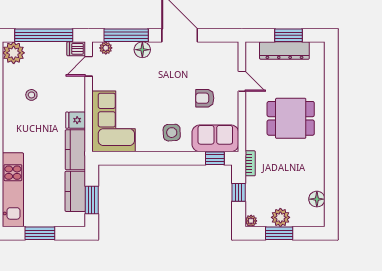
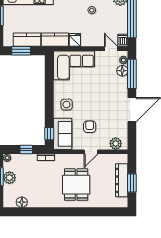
floor lamp: (142, 50) -> (122, 71), moved
plant: (230, 59) -> (116, 143), added
door: (242, 81) -> (91, 152), moved

